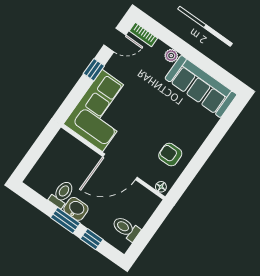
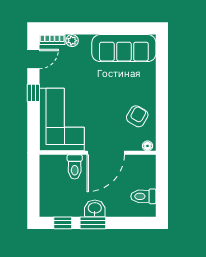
plant: (171, 56) -> (72, 41), moved
armchair: (170, 154) -> (137, 116), turned 120
toilet: (62, 194) -> (75, 167), moved, turned 180
window: (92, 239) -> (63, 223), moved

